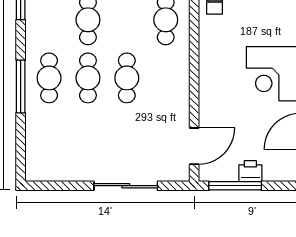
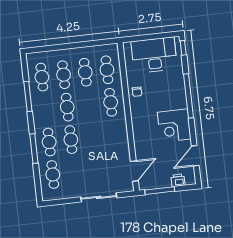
cafe table: (127, 78) -> (53, 175), moved
printer: (250, 171) -> (178, 180), moved

